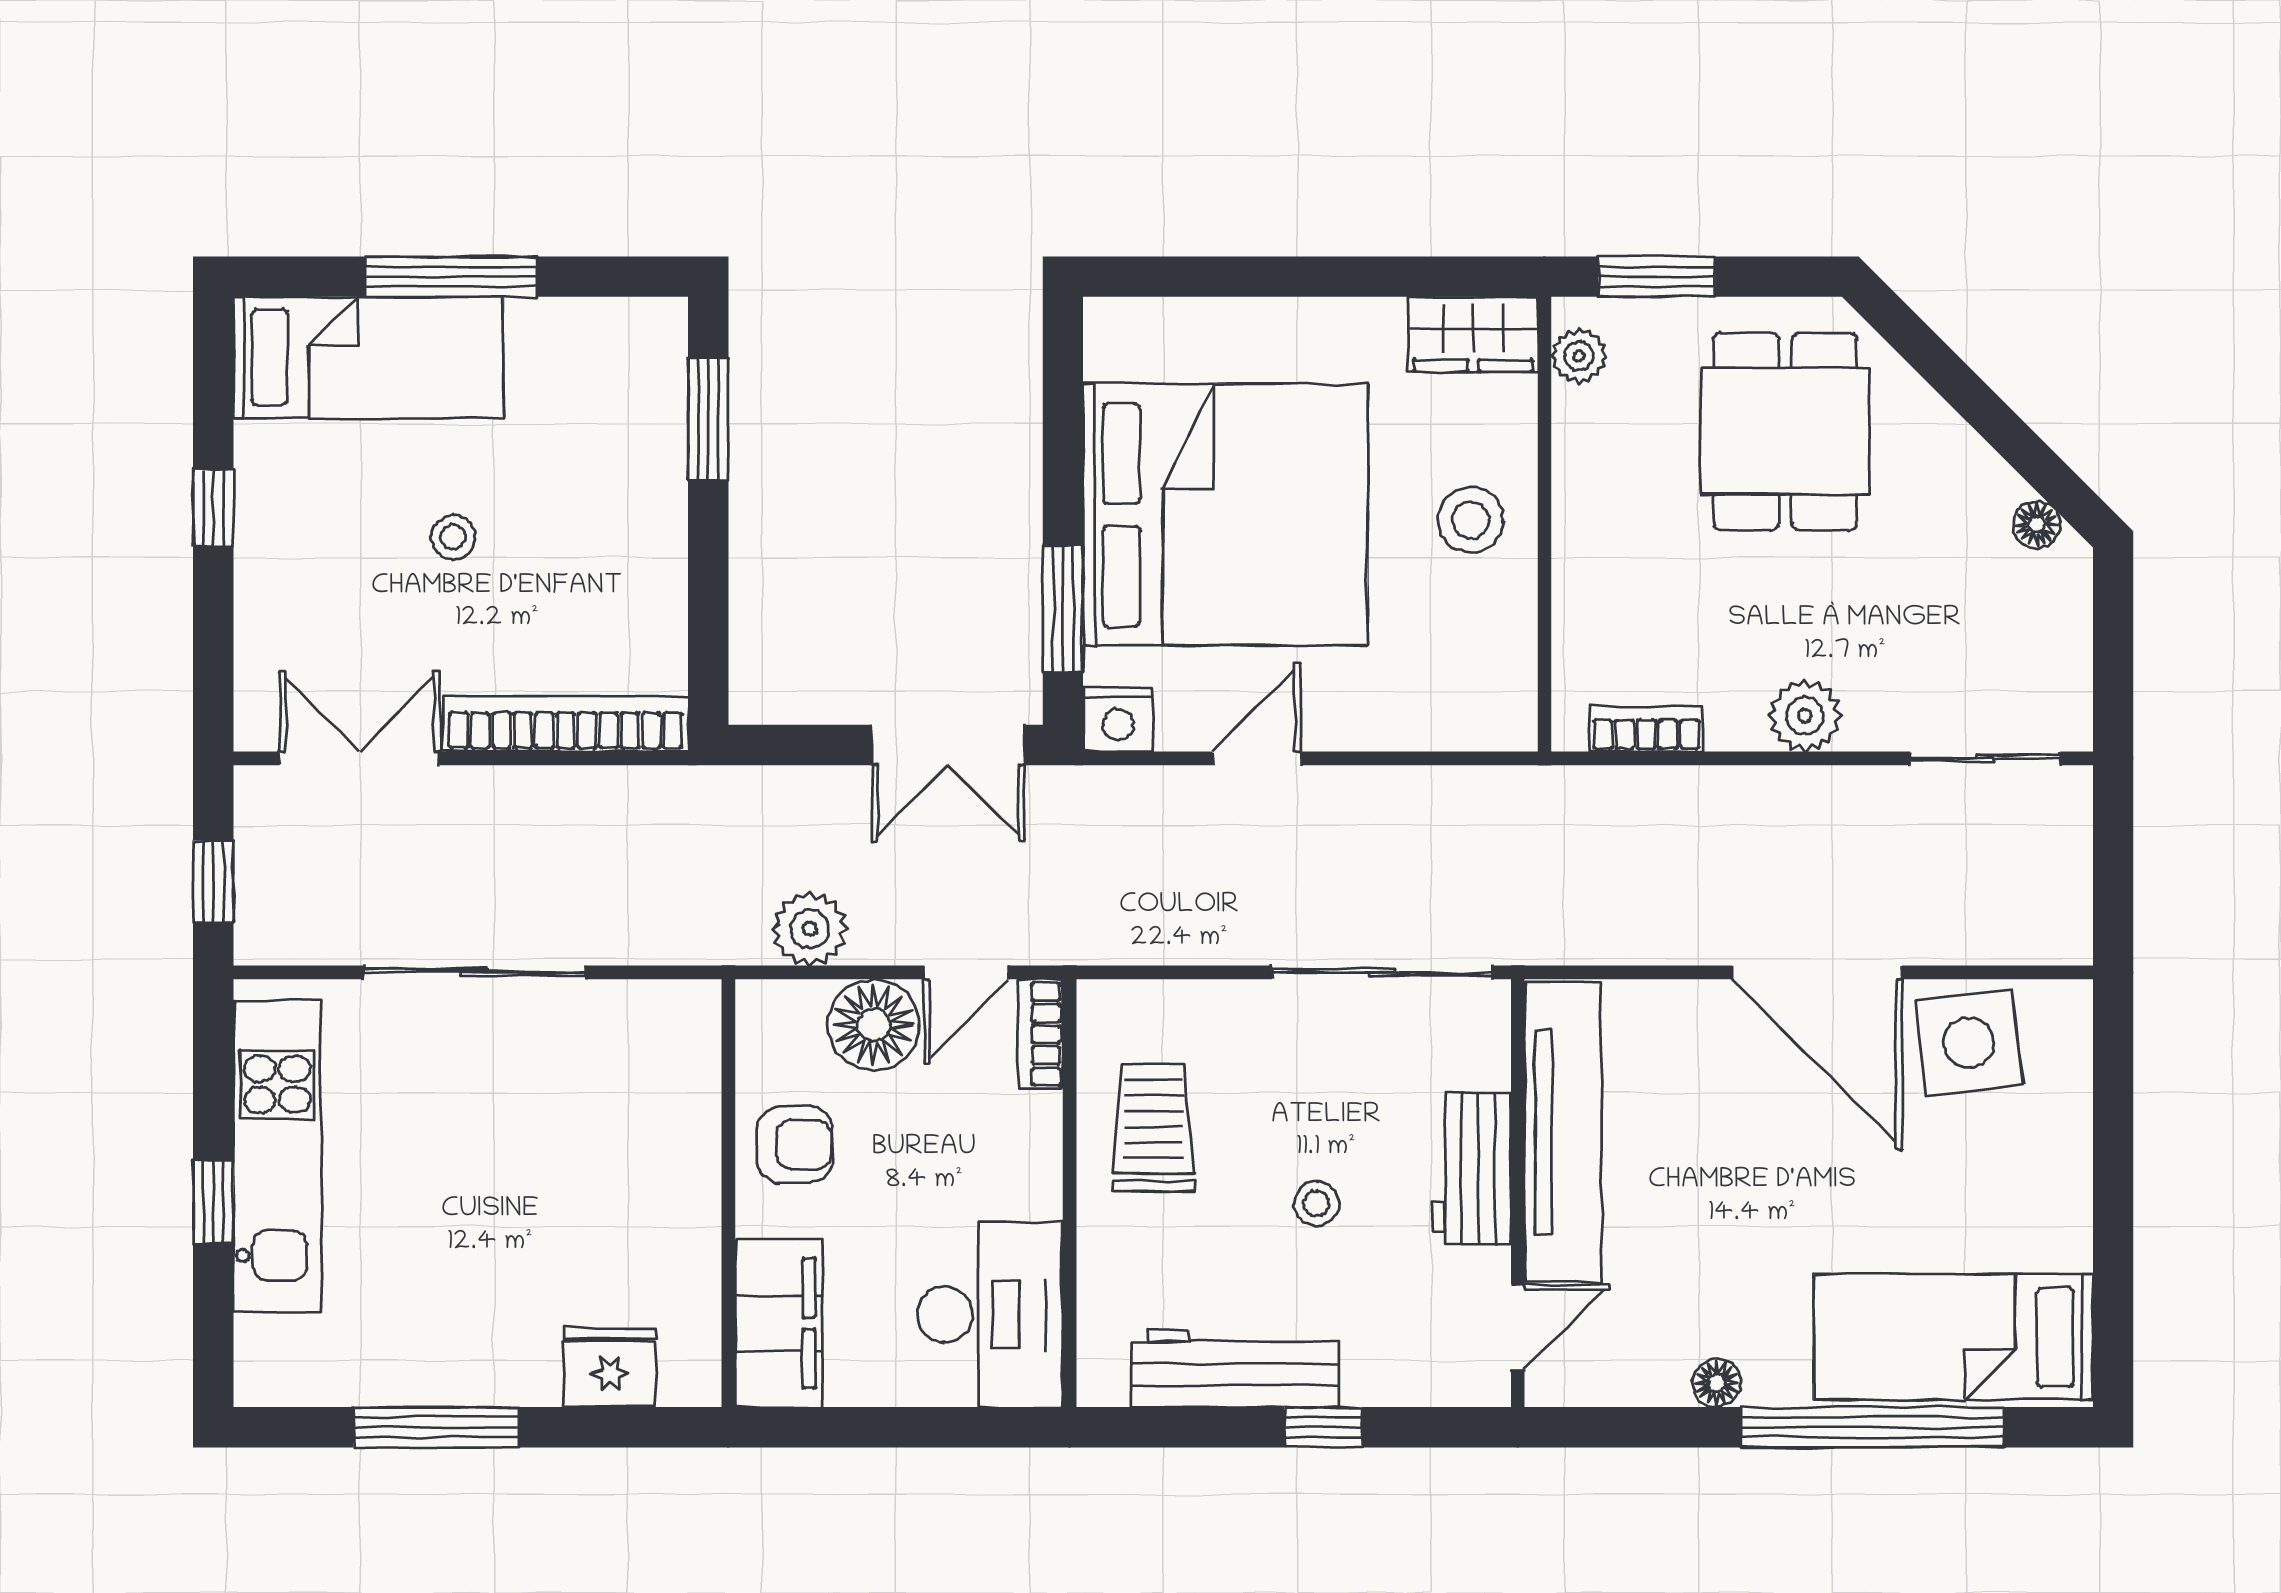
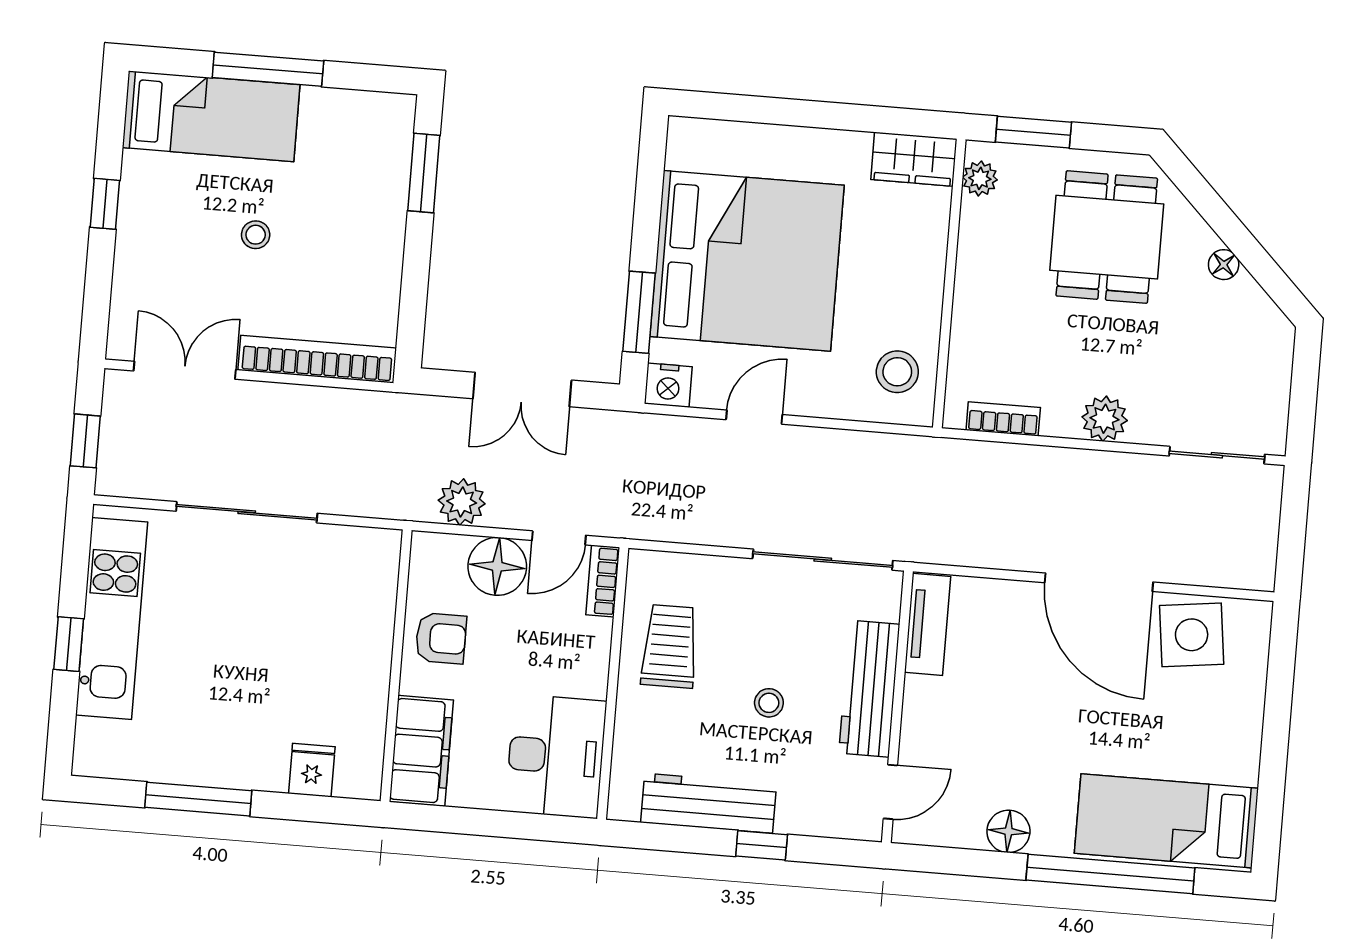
stool: (1471, 520) -> (897, 372), moved
floor lamp: (2037, 525) -> (1224, 265), moved
double door: (948, 745) -> (522, 389), moved
tv unit: (1563, 1132) -> (927, 624), width x0.52, depth x0.78
workbench: (1472, 1168) -> (869, 689), width x1.38
fridge: (610, 1367) -> (312, 770), width x0.72
floor lamp: (1717, 1383) -> (1008, 831), width x1.37, depth x1.37

